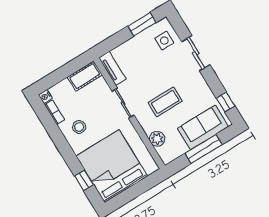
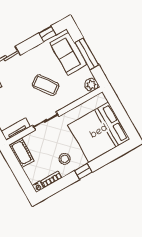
coffee table: (165, 102) -> (46, 85), turned -36
plant: (157, 139) -> (91, 85), moved
window: (84, 180) -> (83, 171), moved

